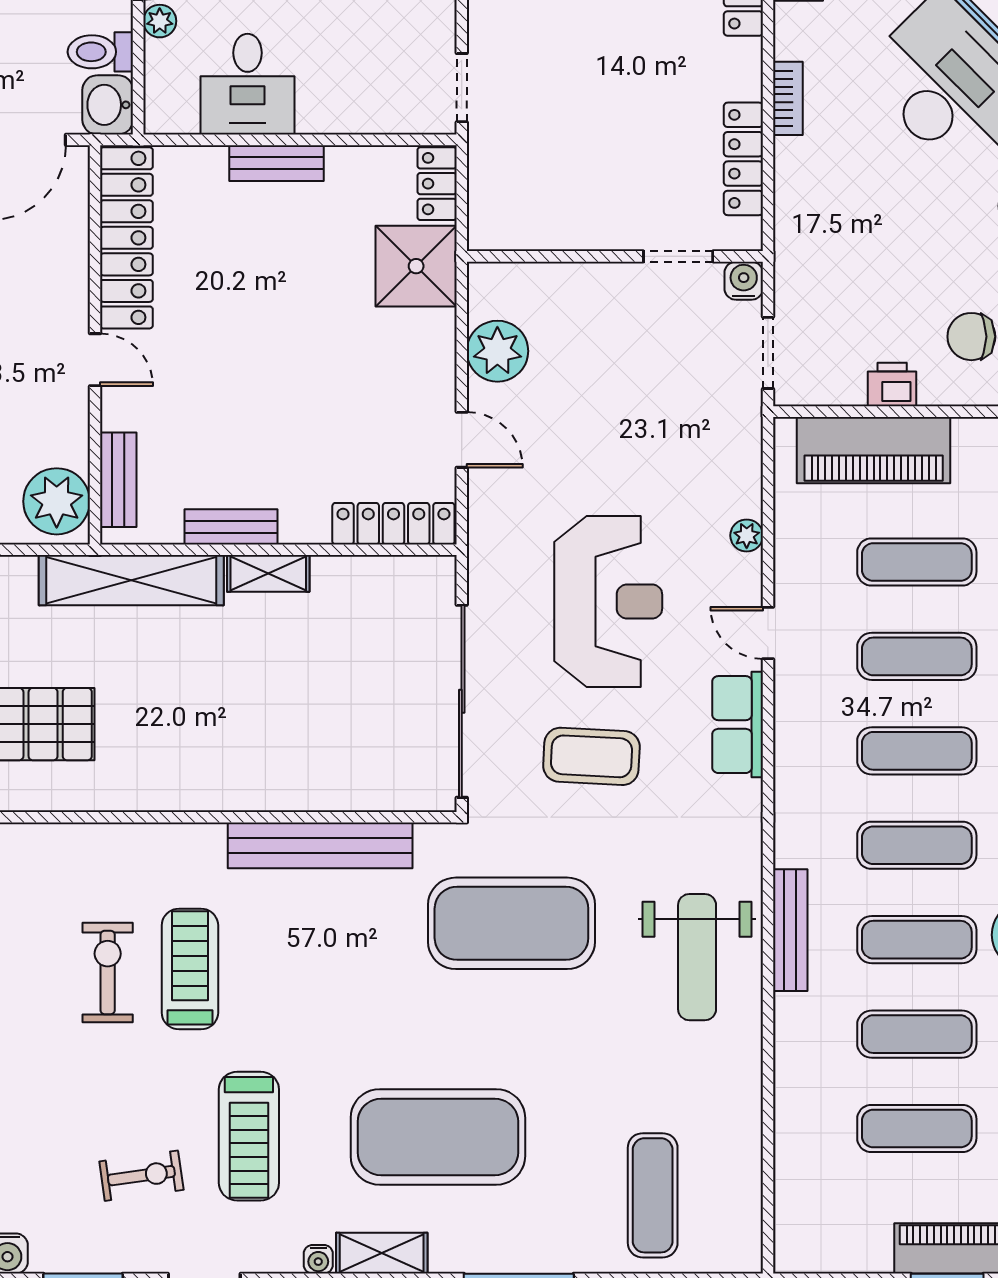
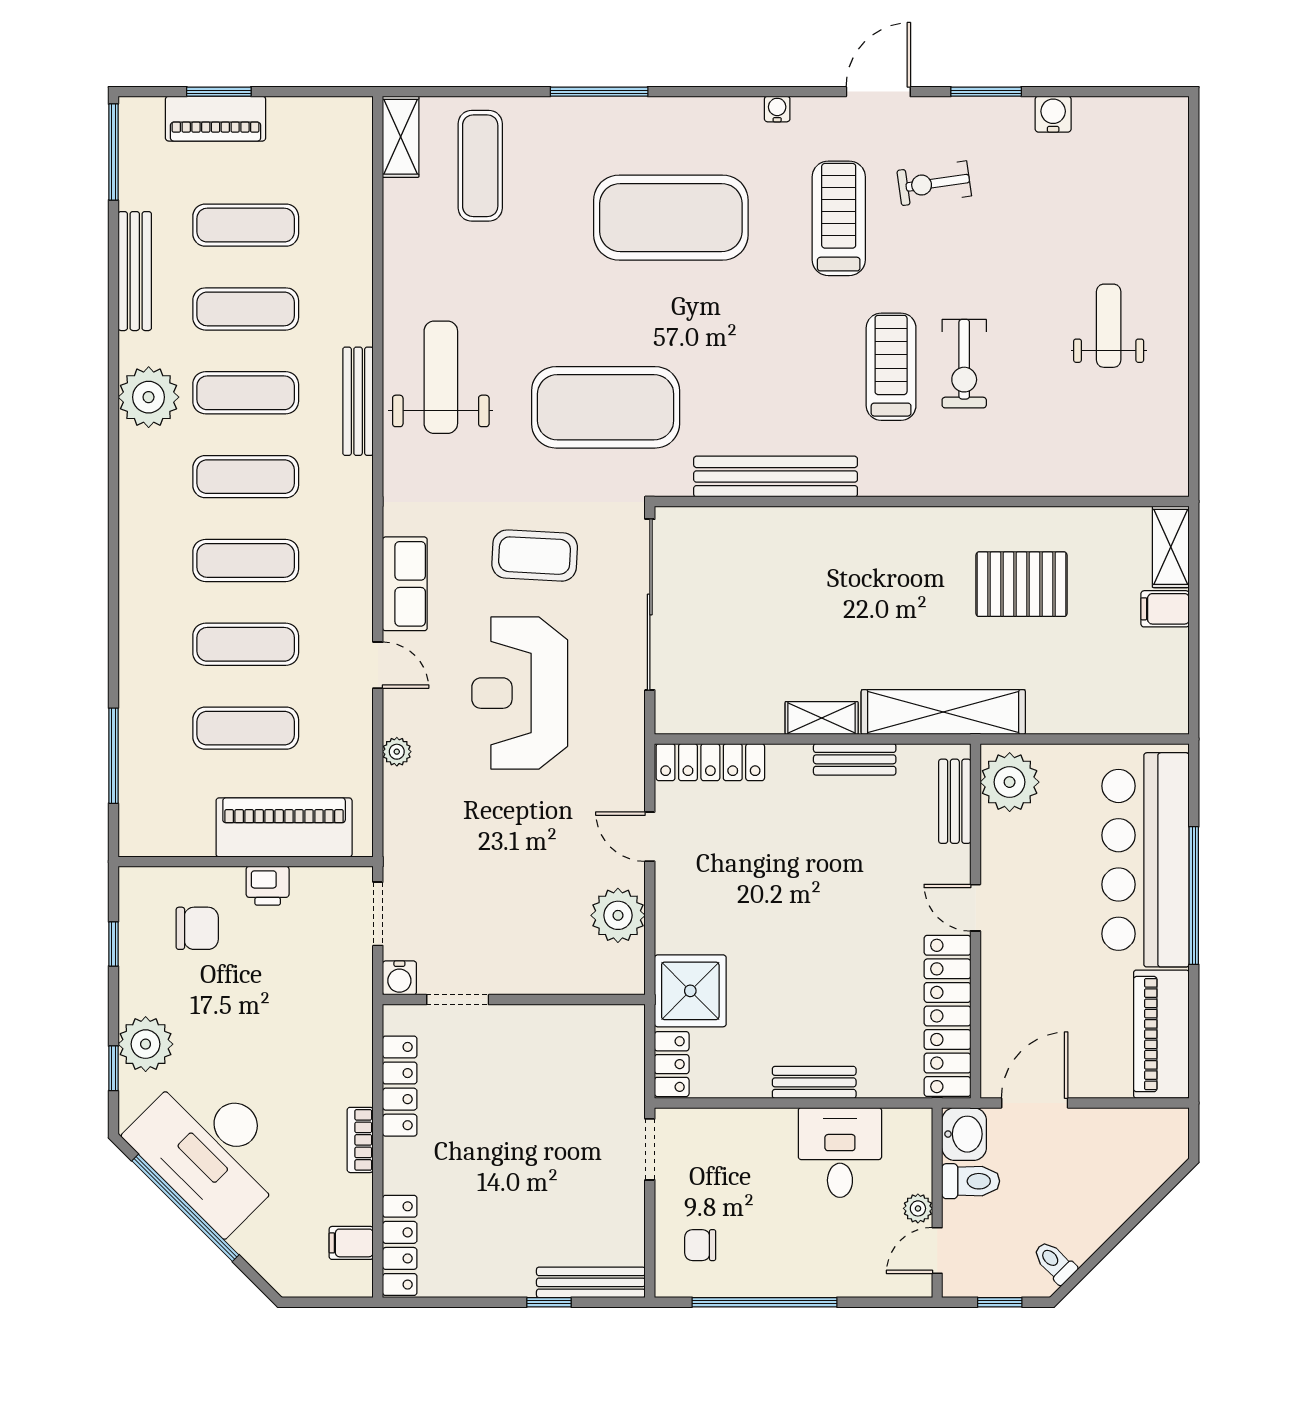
treadmill: (190, 969) -> (891, 367), turned 180
shelving: (382, 1253) -> (401, 137), moved, turned 90

